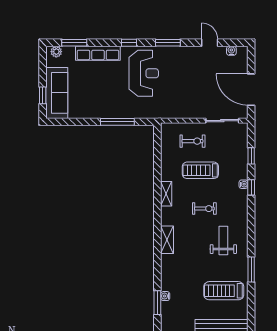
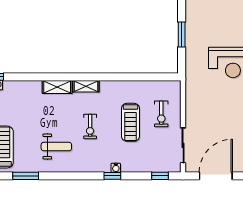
window: (117, 122) -> (182, 35), width x0.69
window: (251, 156) -> (160, 176), moved
treadmill: (200, 170) -> (130, 122), turned 180
shelving: (166, 194) -> (86, 86), moved

